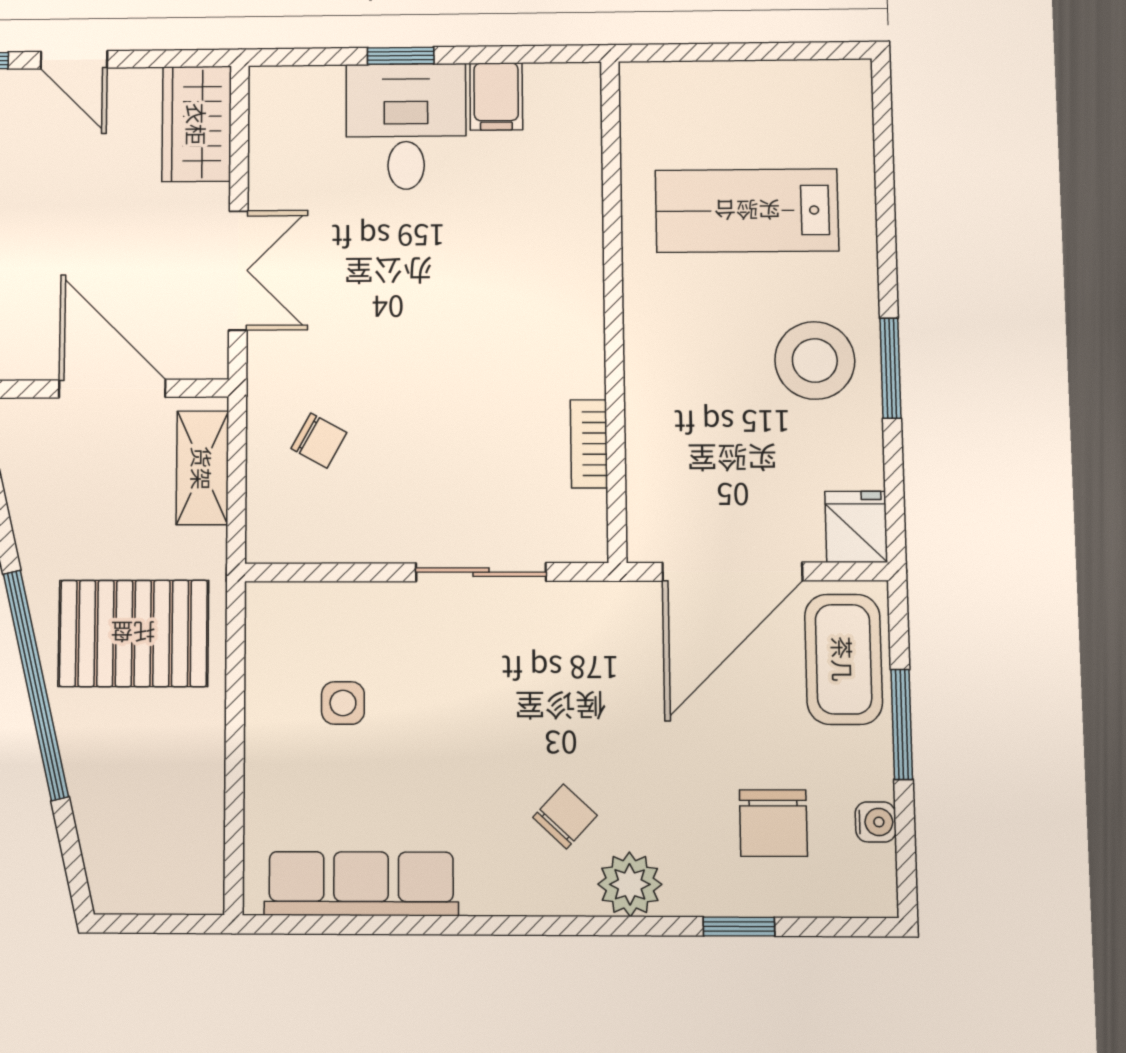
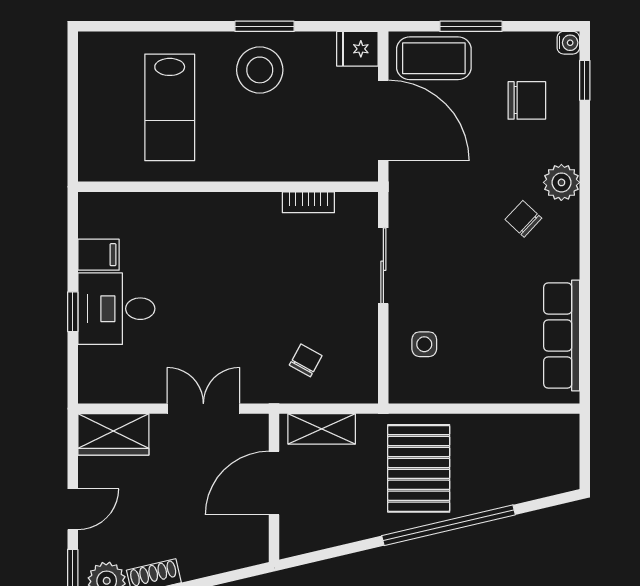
side table: (343, 703) -> (424, 344), moved
water cooler: (876, 822) -> (568, 43), moved, turned 90
window: (739, 927) -> (585, 80), moved

